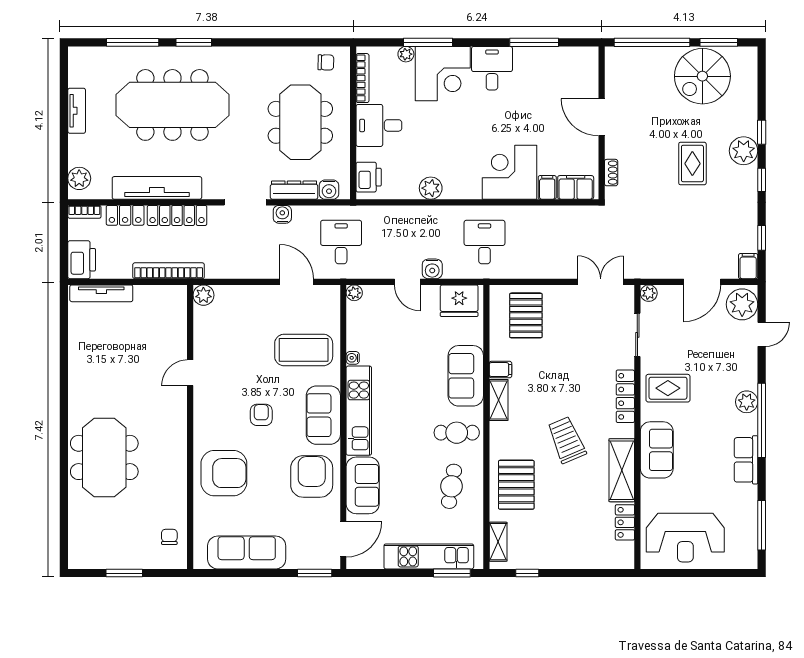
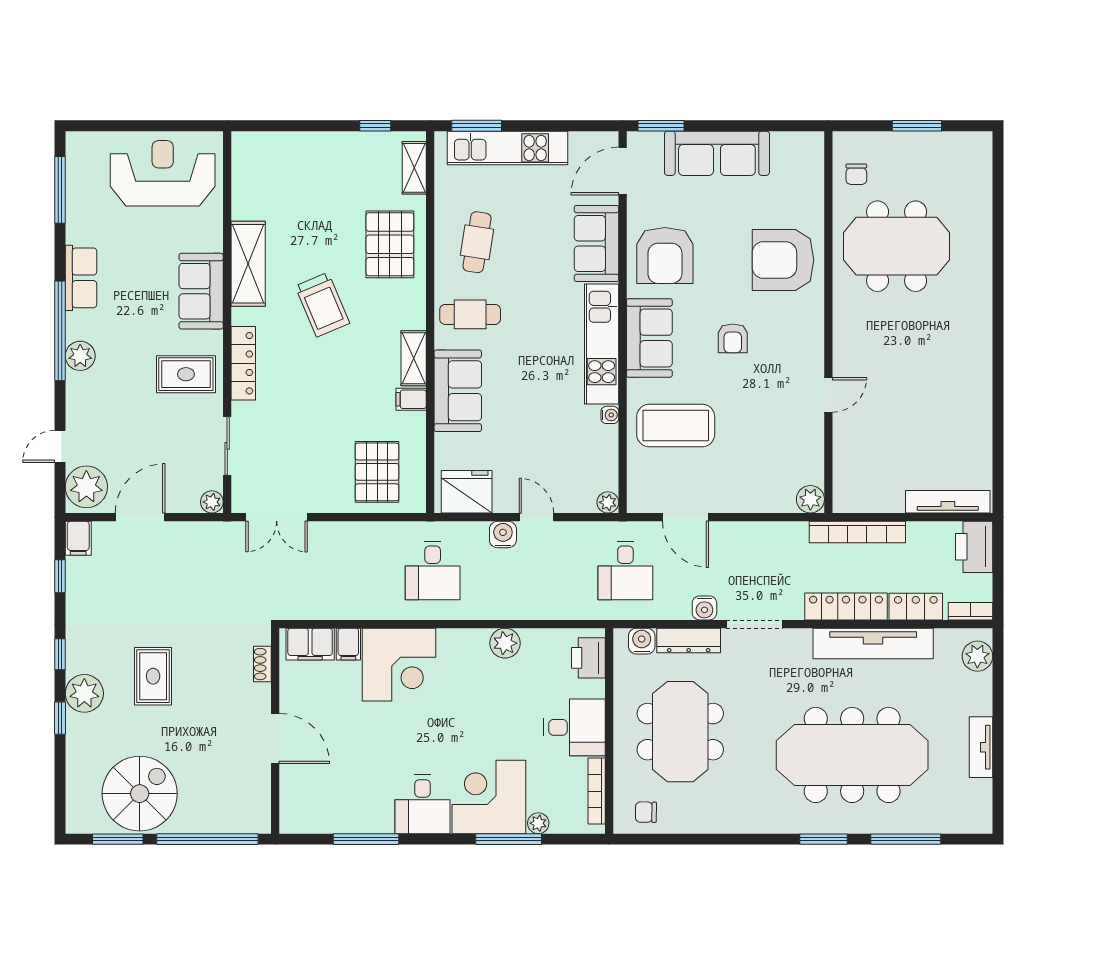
meeting table: (104, 457) -> (897, 246), moved, turned 90
locker: (625, 522) -> (244, 194), removed
sofa: (247, 552) -> (717, 153), moved

